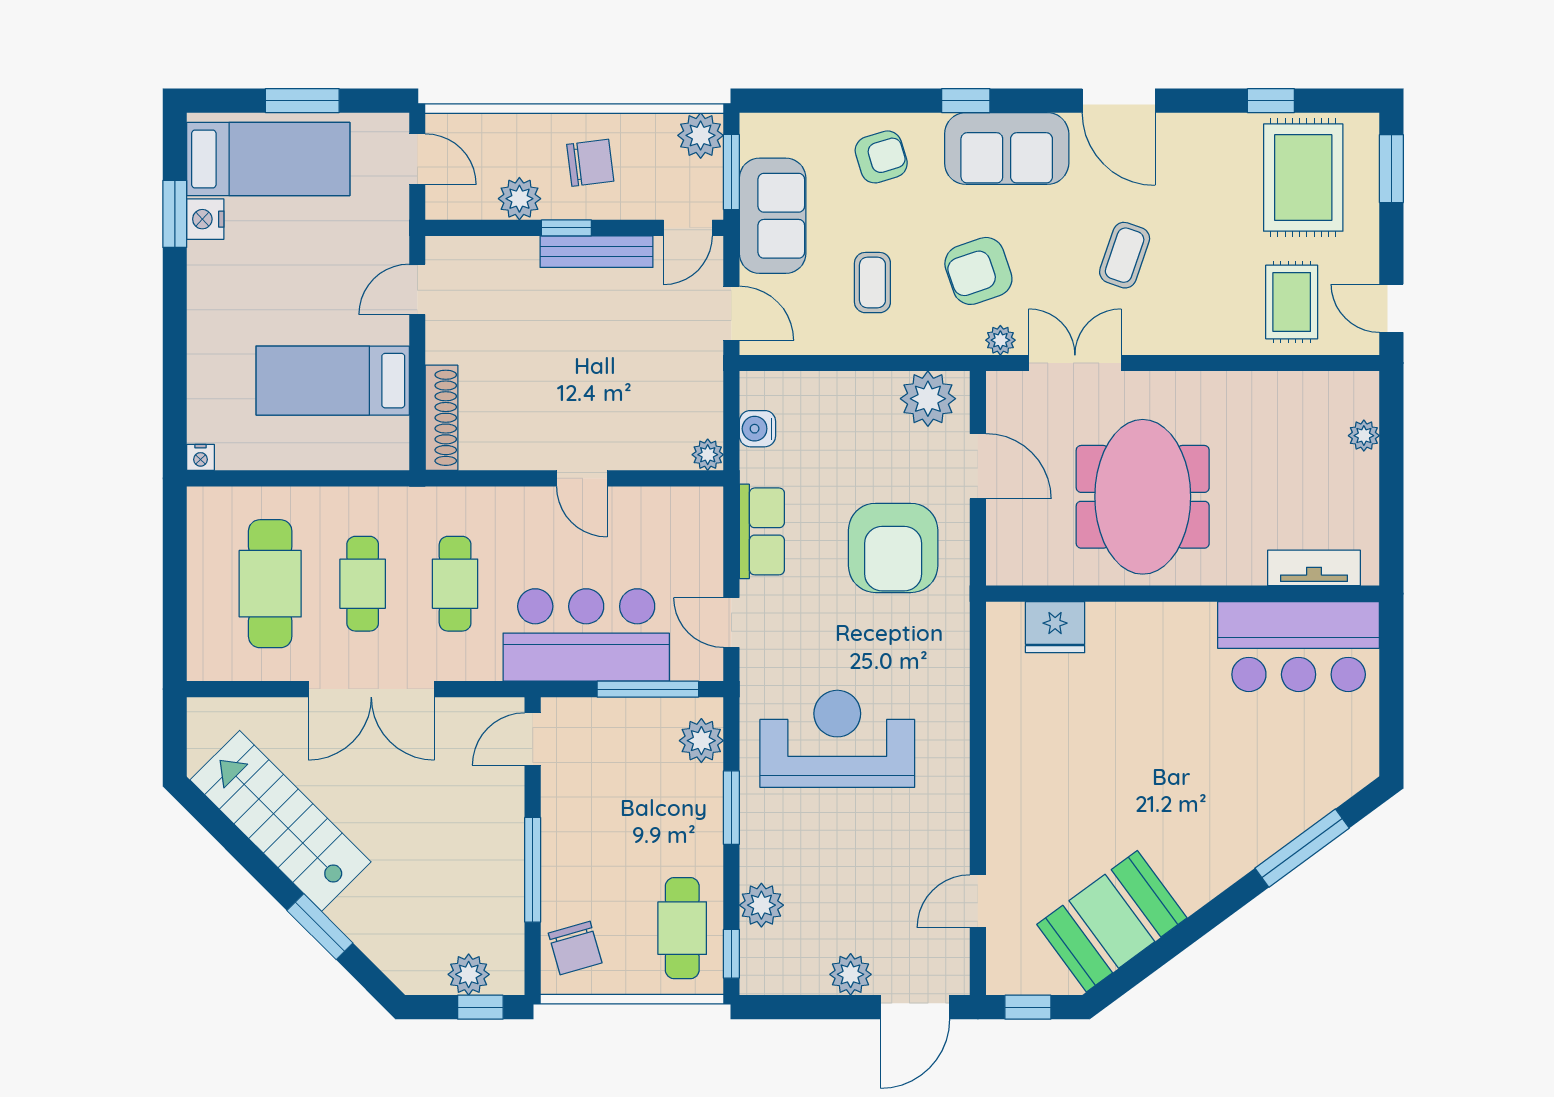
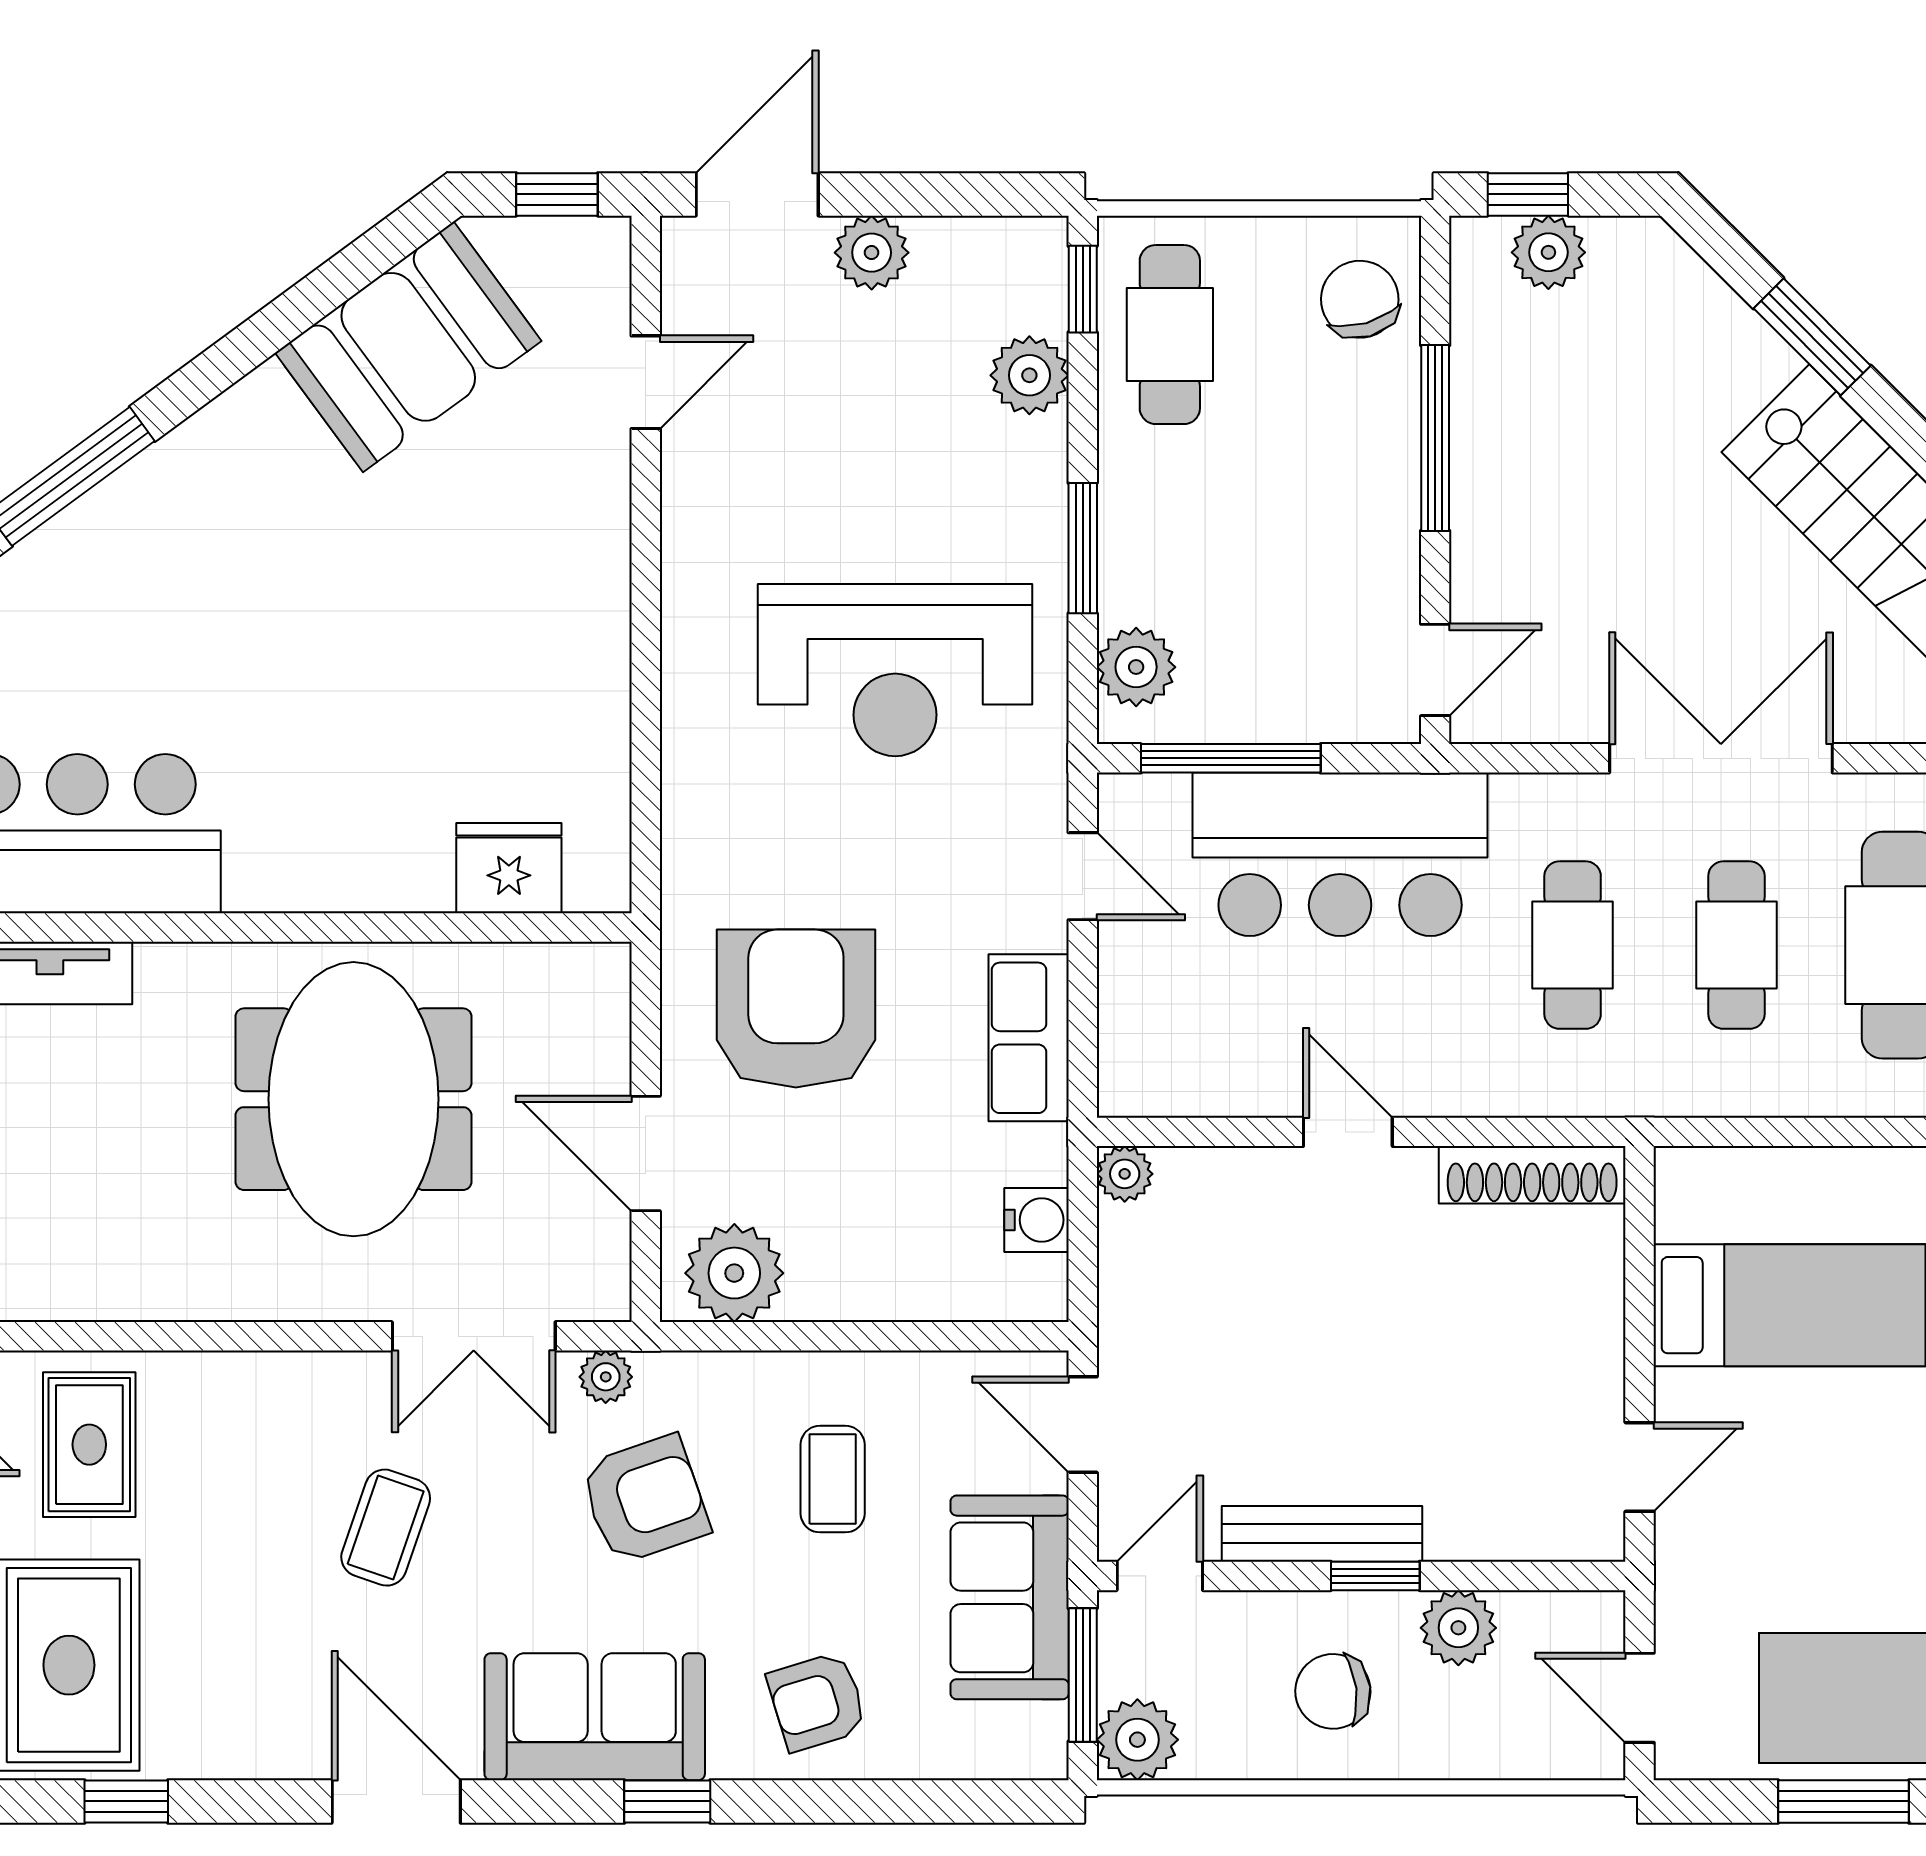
shoe rack: (441, 418) -> (1532, 1175), moved, turned -90

